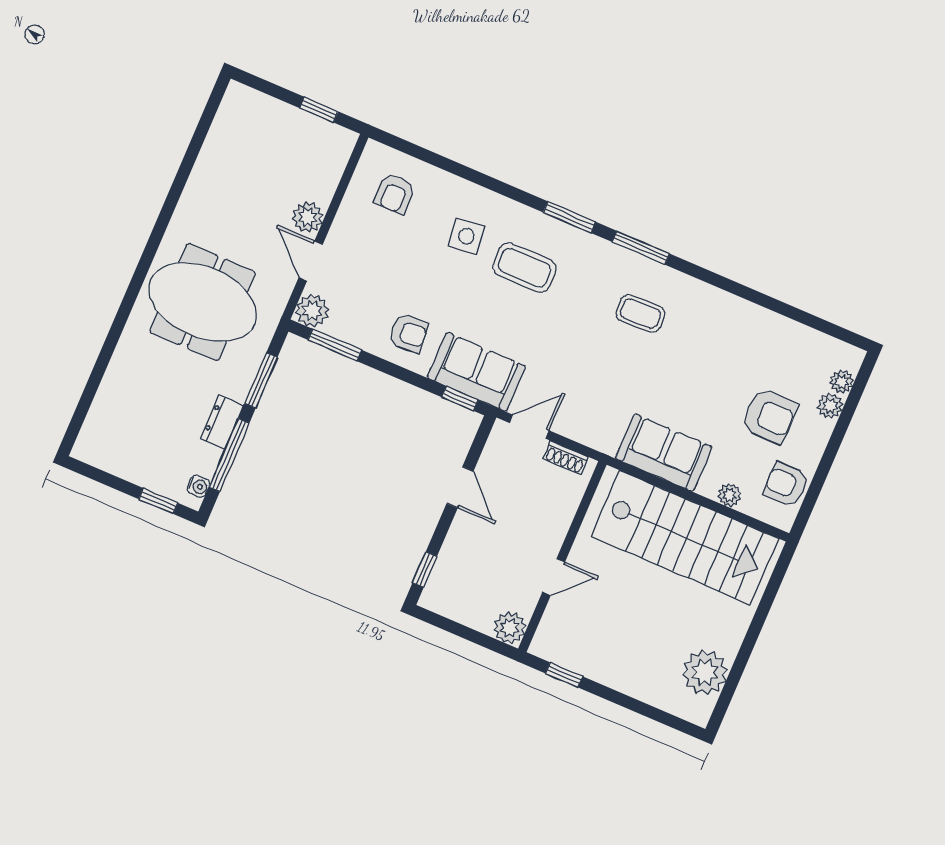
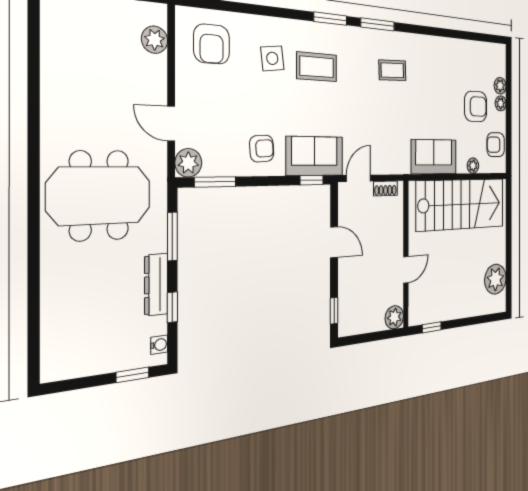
armchair: (395, 194) -> (212, 44), width x1.38, depth x1.38
plant: (308, 217) -> (155, 40), moved
plant: (842, 382) -> (501, 103), moved
dresser: (222, 422) -> (156, 285), width x1.44
window: (229, 455) -> (172, 307), width x0.46

